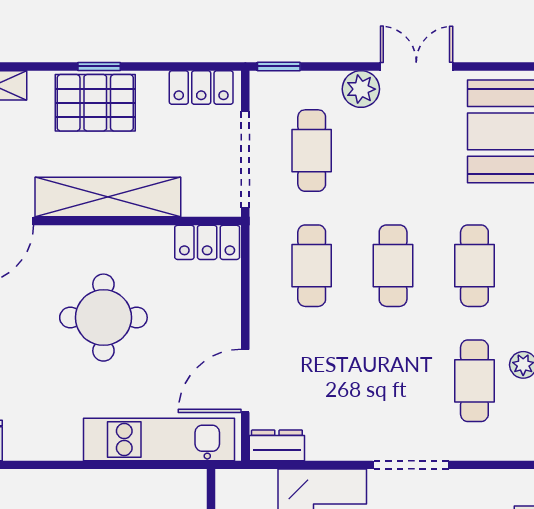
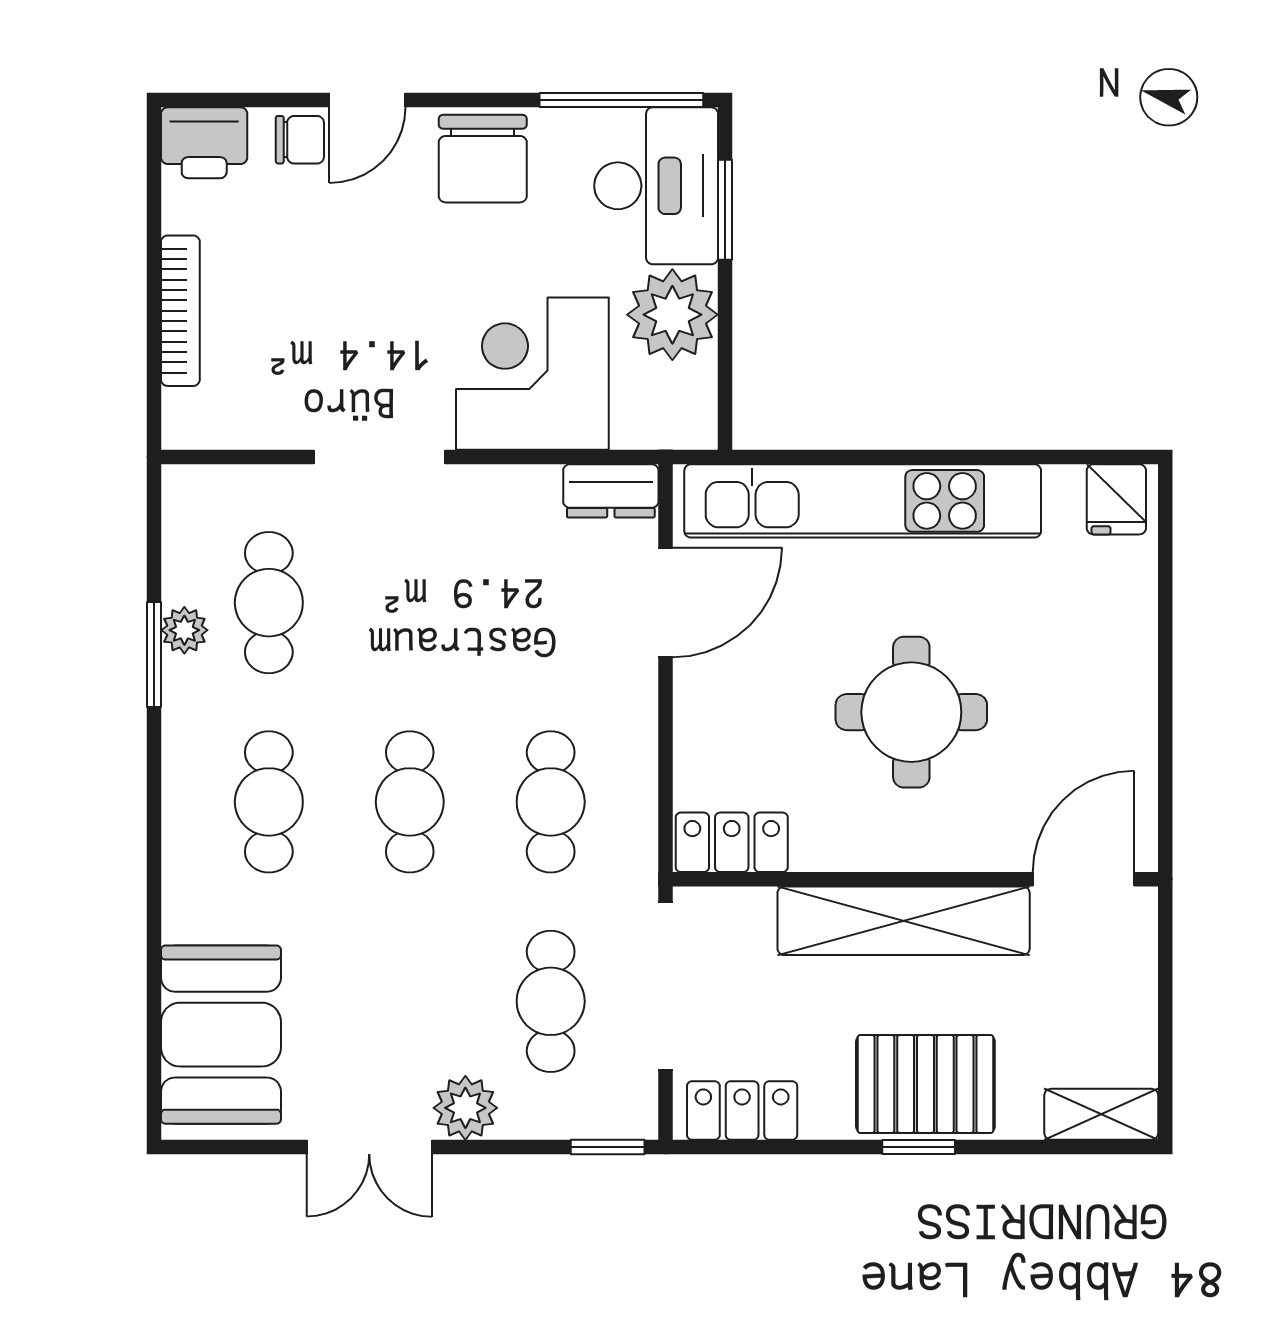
kitchen unit: (159, 439) -> (863, 501), width x1.36

